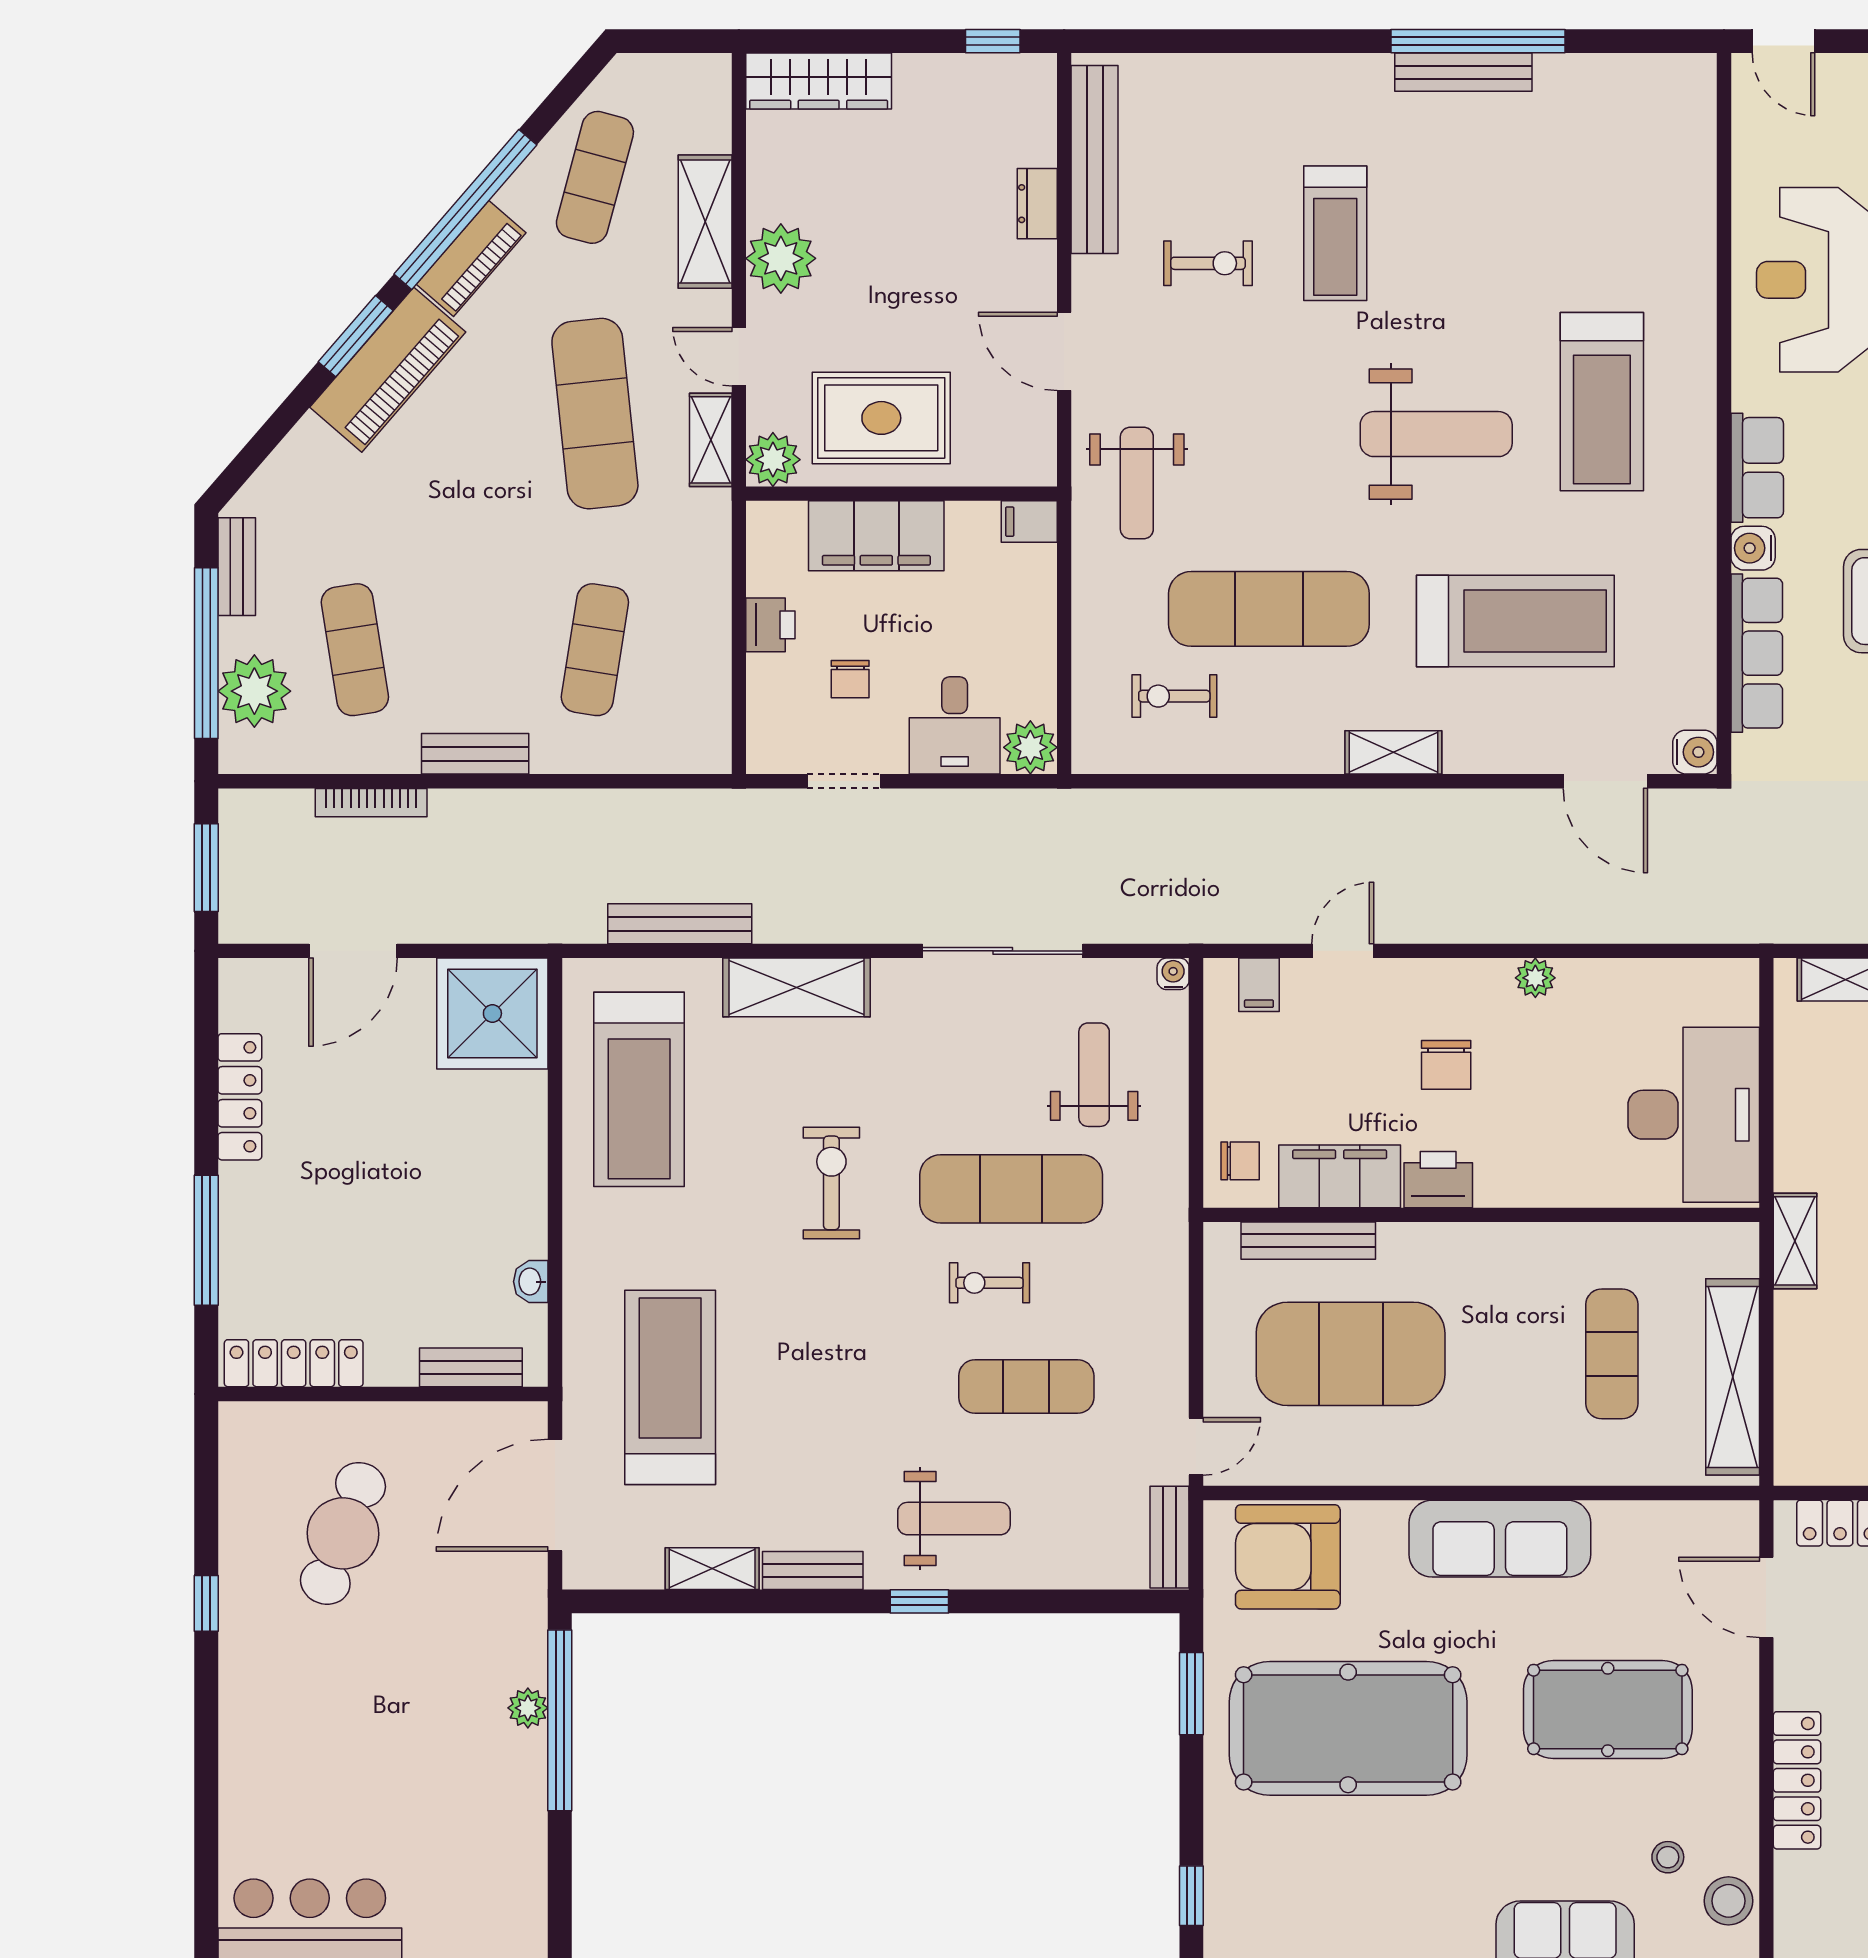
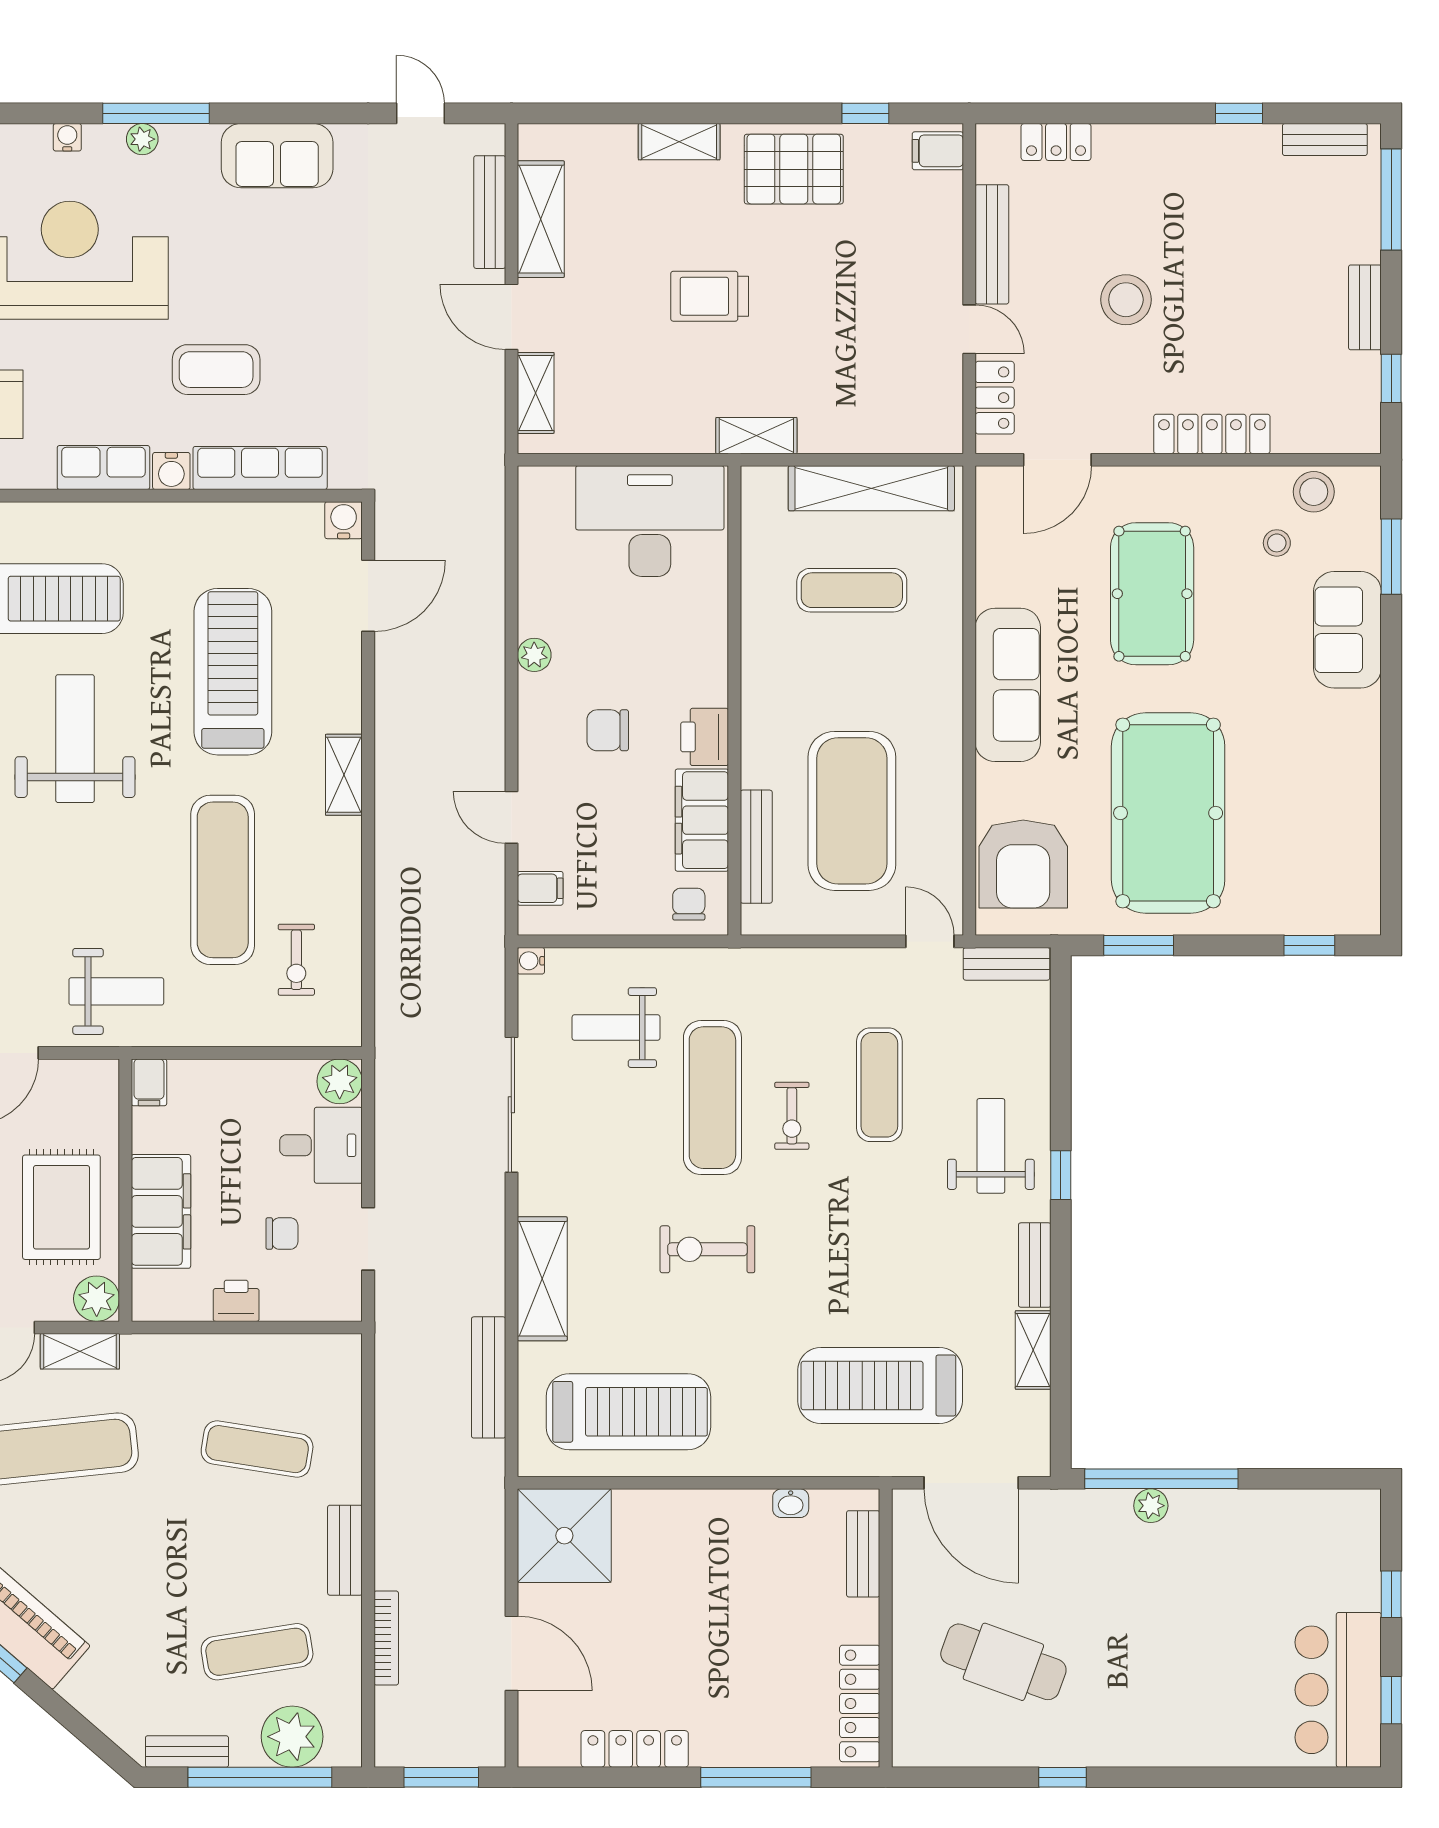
chair: (1446, 1065) -> (608, 730), turned 180

